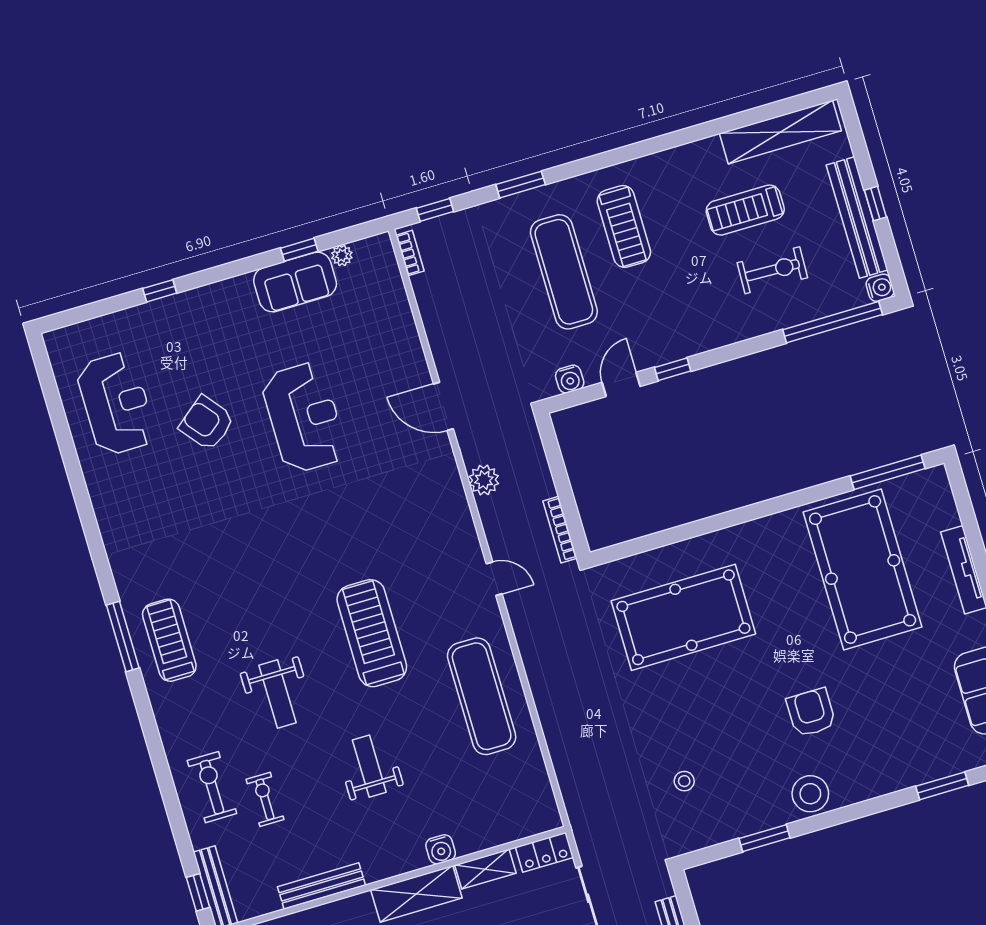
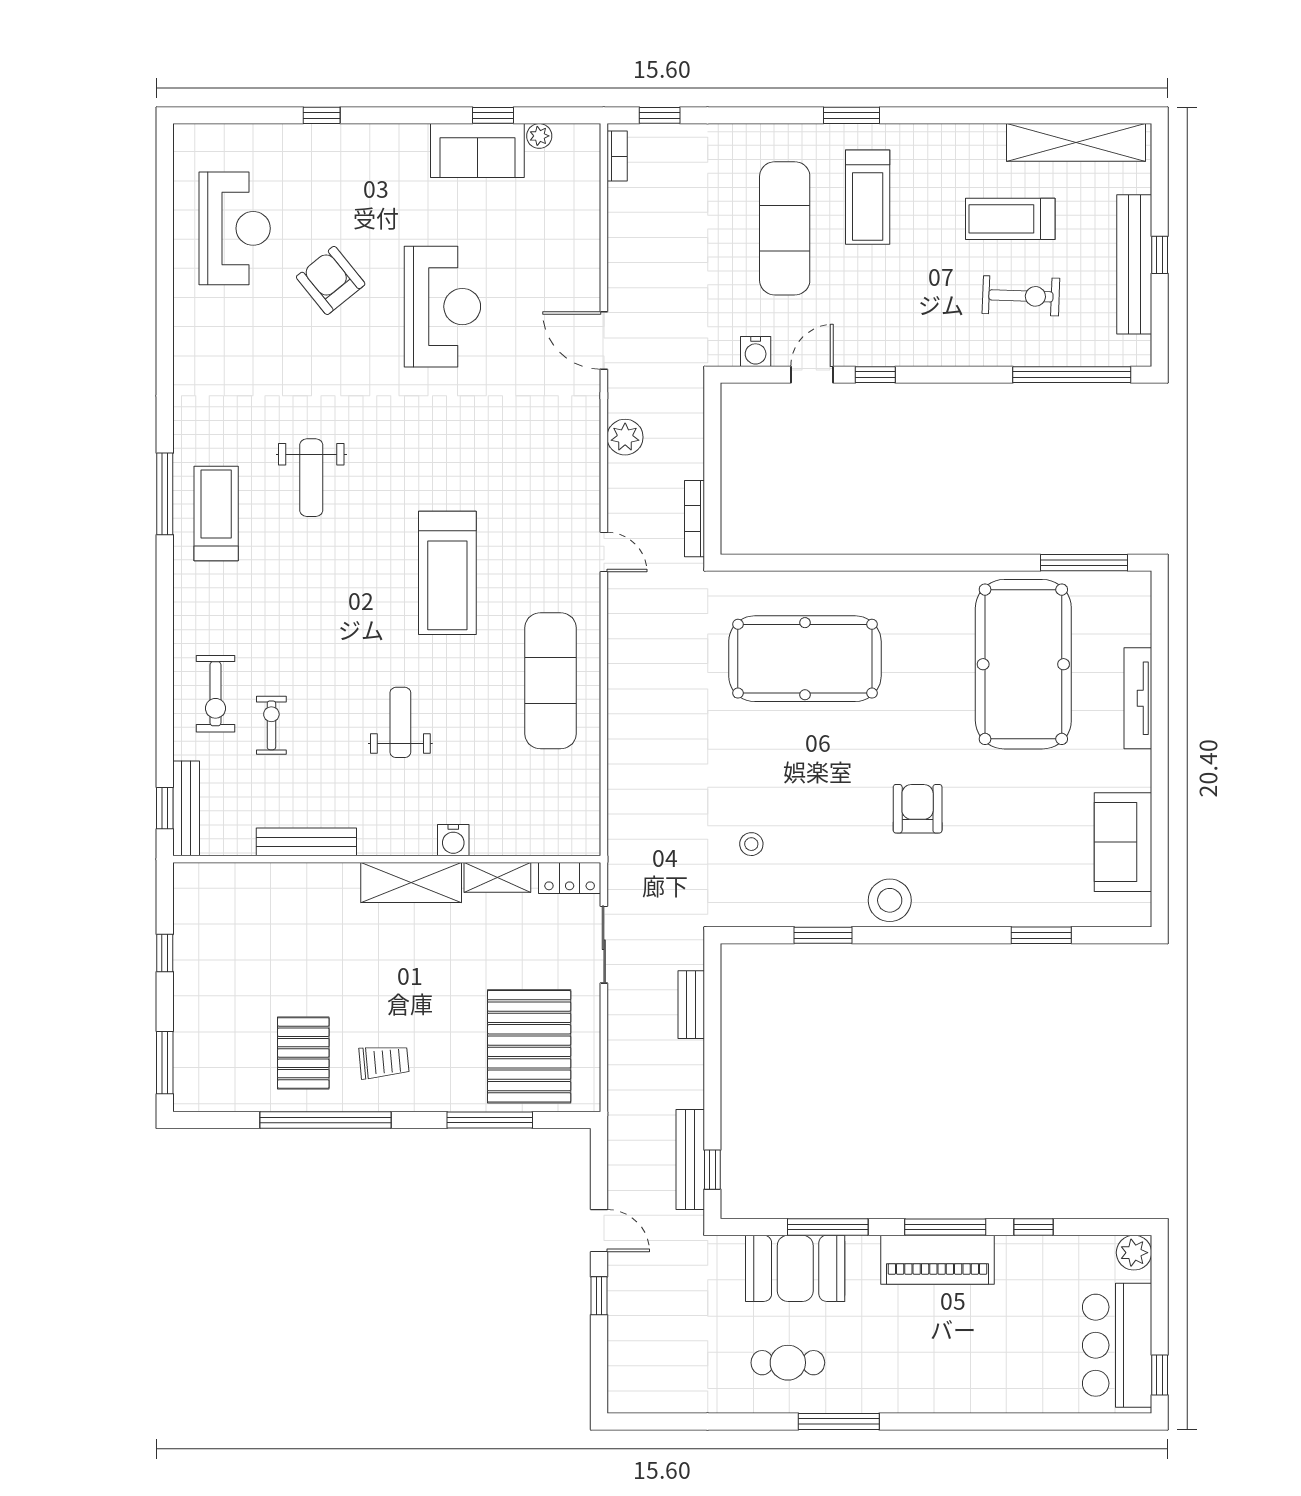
window: (521, 185) -> (852, 115), moved
water cooler: (880, 288) -> (1137, 352), removed
treadmill: (372, 633) -> (447, 573), turned 180
weight bench: (278, 694) -> (311, 478), moved
exercise bike: (212, 787) -> (215, 694), turned 180

